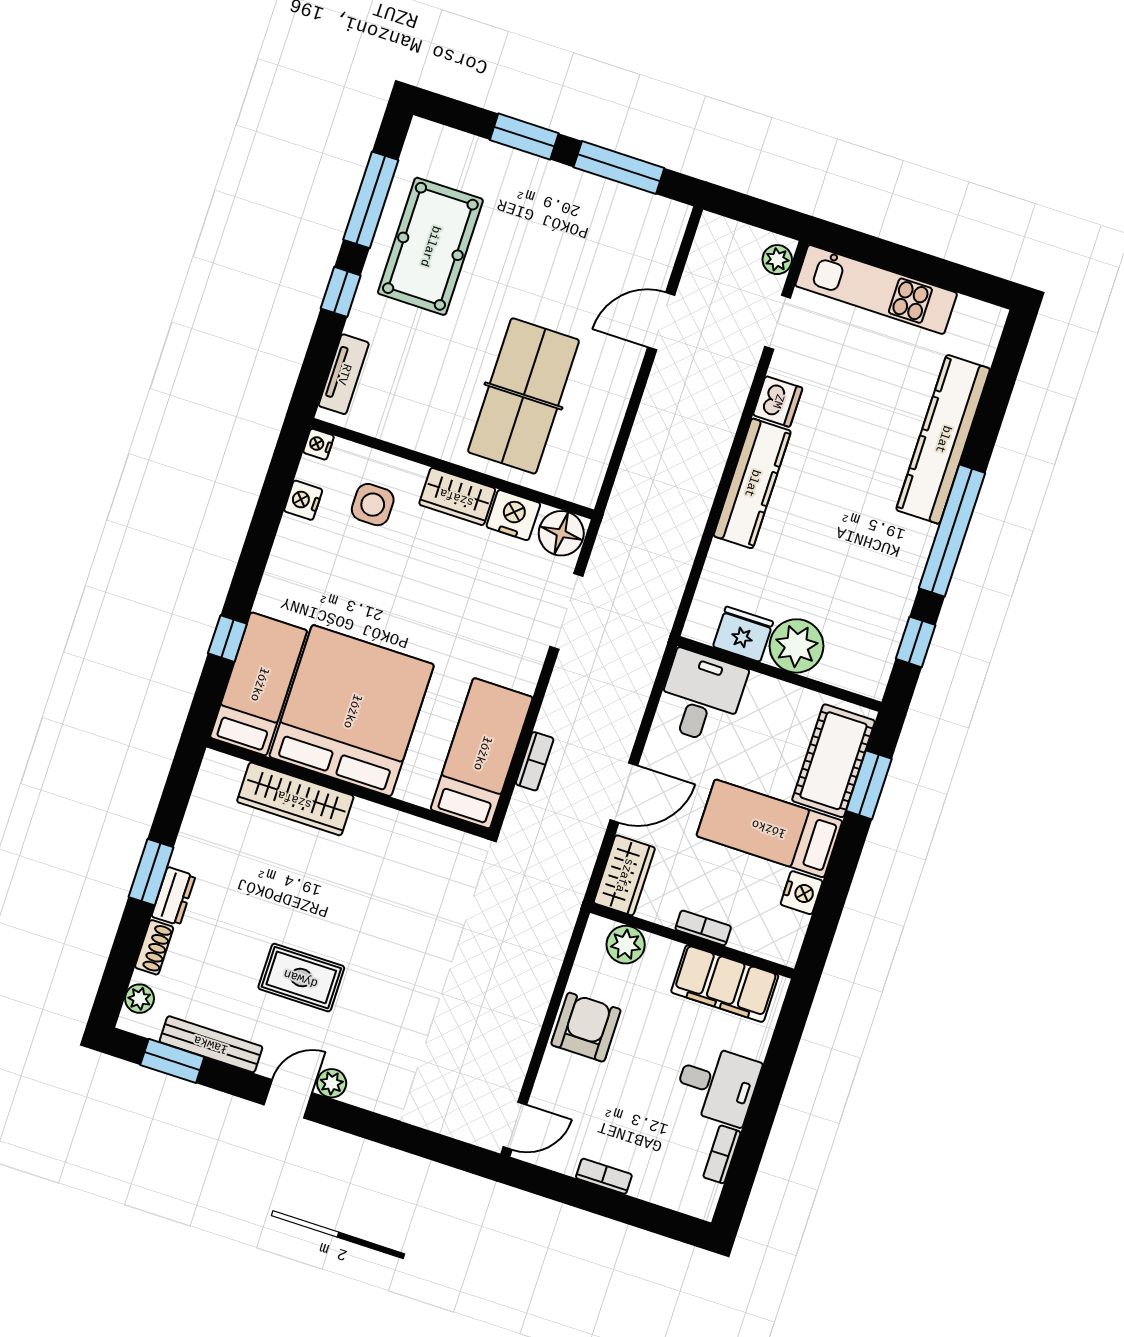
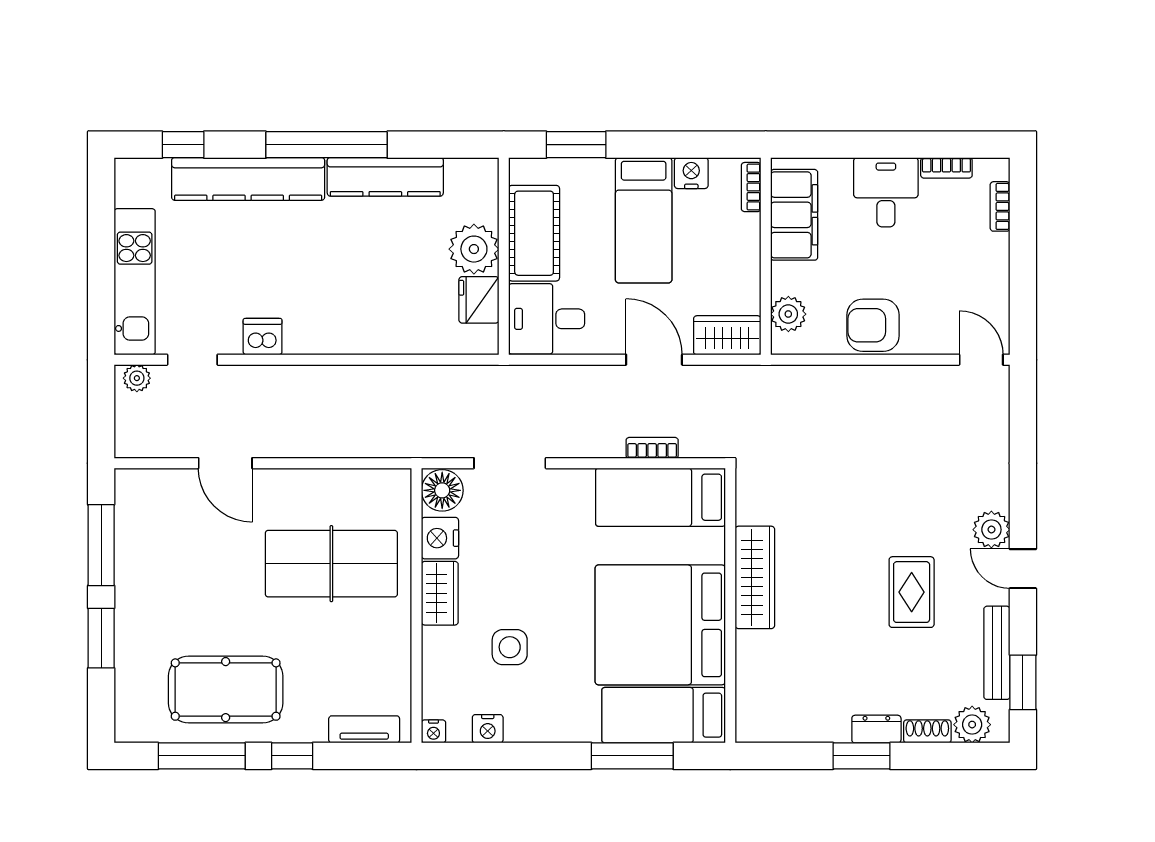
kitchen counter: (752, 483) -> (385, 177), moved, turned 180
side table: (373, 505) -> (510, 647), moved
window: (227, 639) -> (632, 756), width x2.17
window: (916, 642) -> (183, 145), moved
cot: (833, 761) -> (534, 233), moved, turned 90
wardrobe: (295, 799) -> (755, 577), moved
bookcase: (703, 928) -> (751, 187), moved
plant: (139, 999) -> (972, 725), width x1.38, depth x1.38
plant: (332, 1083) -> (991, 530), width x1.38, depth x1.38
bookcase: (604, 1176) -> (1000, 206), moved

